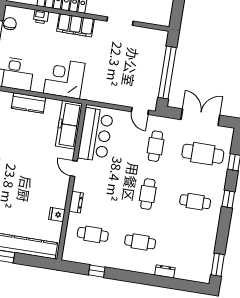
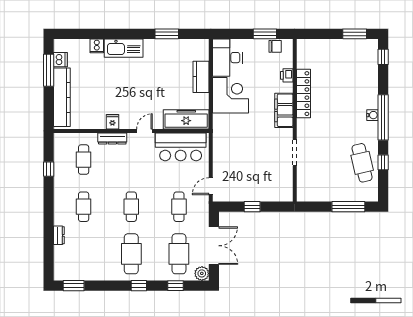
window: (167, 73) -> (252, 207), width x0.32
corner desk: (64, 78) -> (231, 95), moved
plant: (226, 134) -> (202, 273), added
cafe table: (155, 146) -> (179, 207), turned 90
cafe table: (148, 194) -> (131, 207), turned 90
dresser: (76, 202) -> (112, 138), width x1.44
cafe table: (195, 202) -> (131, 254), width x1.37, depth x1.35
fridge: (57, 215) -> (112, 122), moved

